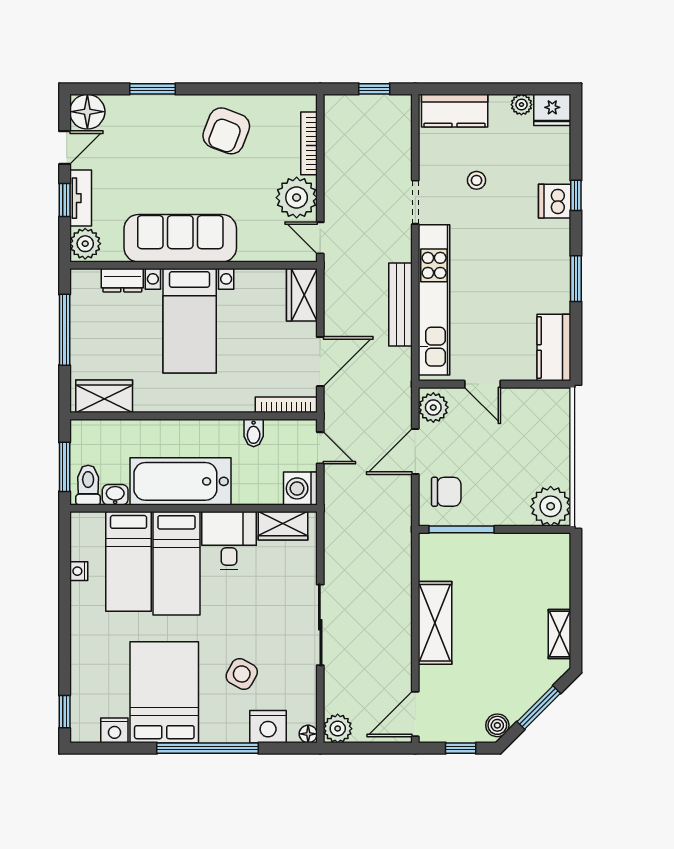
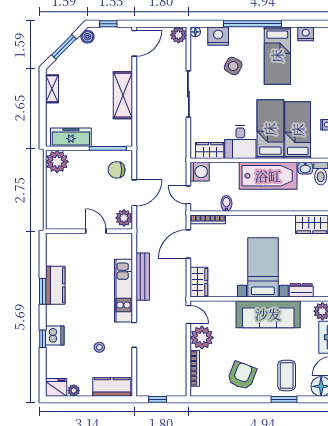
coffee table: (148, 131) -> (287, 375), added
kitchen unit: (434, 300) -> (124, 291), width x0.73
kitchen counter: (554, 347) -> (55, 285), moved
freezer: (526, 549) -> (71, 137), added
bed: (164, 692) -> (277, 56), width x0.67

